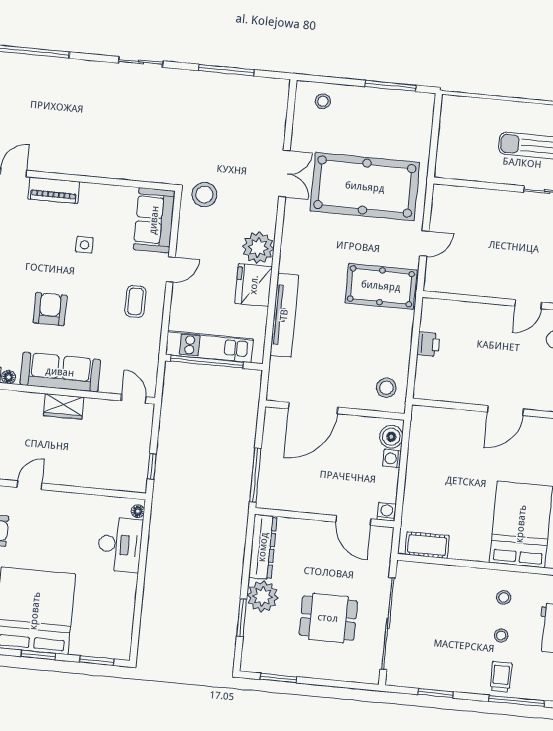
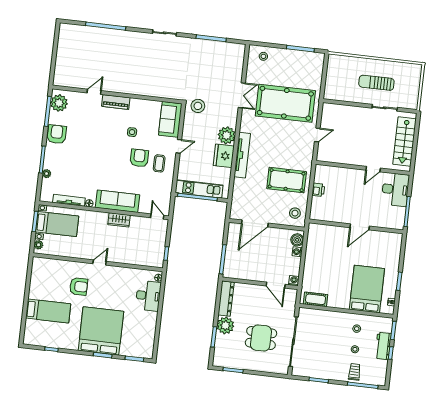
pool table: (381, 286) -> (287, 180), moved
armchair: (50, 309) -> (139, 158), moved
tv unit: (284, 315) -> (242, 155), moved

